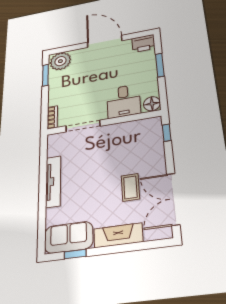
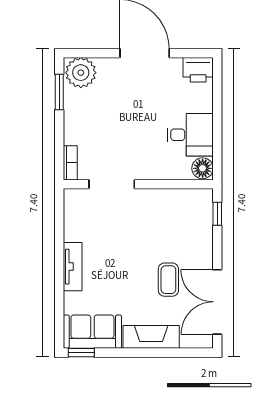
window: (160, 65) -> (217, 111), removed
desk: (123, 101) -> (190, 135), moved, turned -90
tv unit: (53, 181) -> (73, 267), width x0.71
window: (75, 254) -> (81, 353), moved

